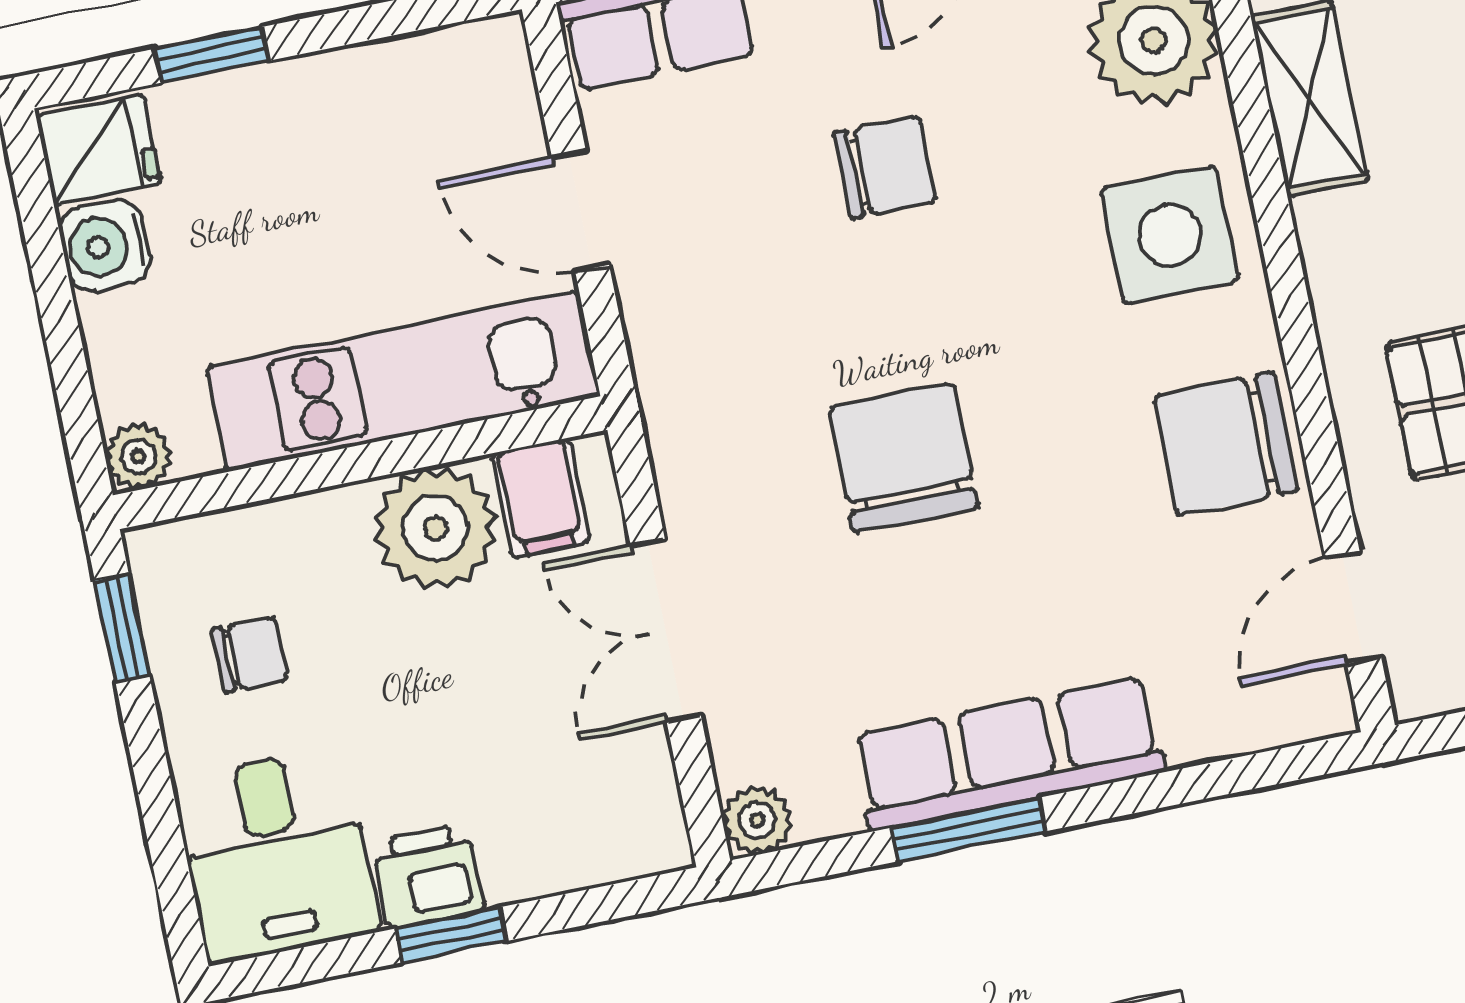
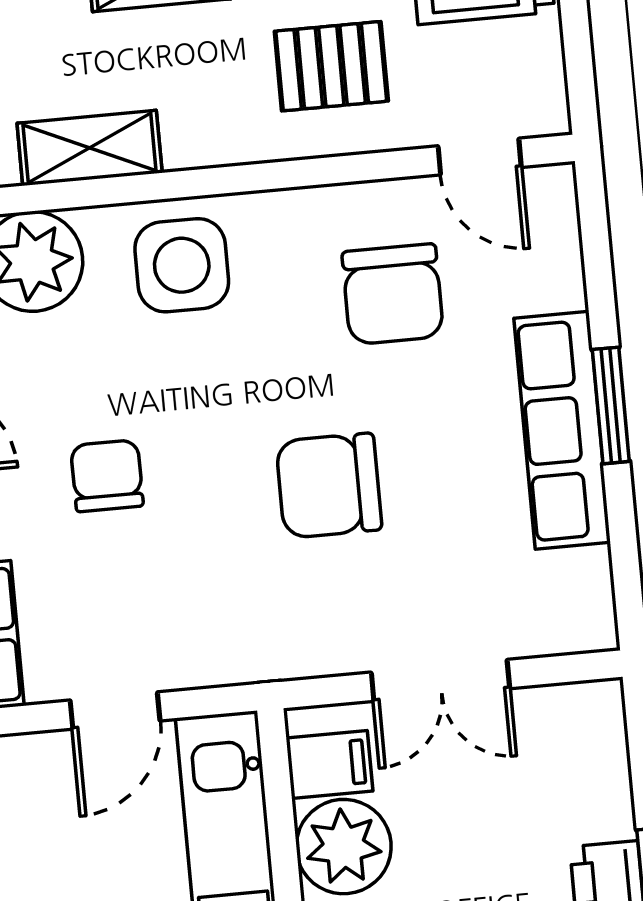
chair: (1226, 444) -> (393, 294), moved
plant: (757, 820) -> (592, 627), removed
window: (969, 829) -> (611, 405), moved

